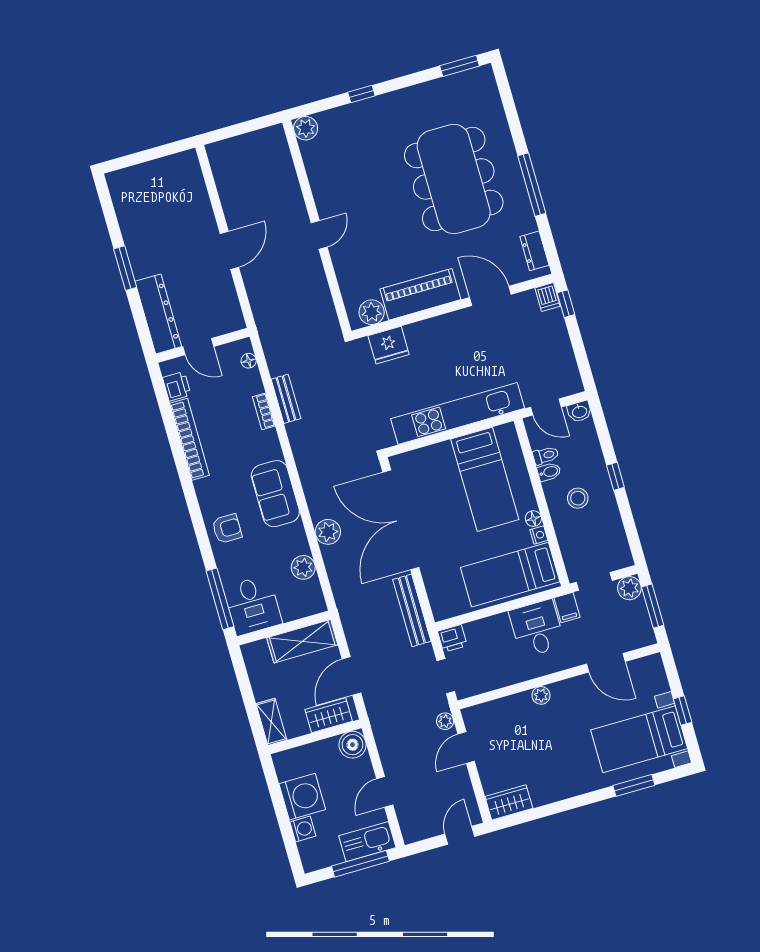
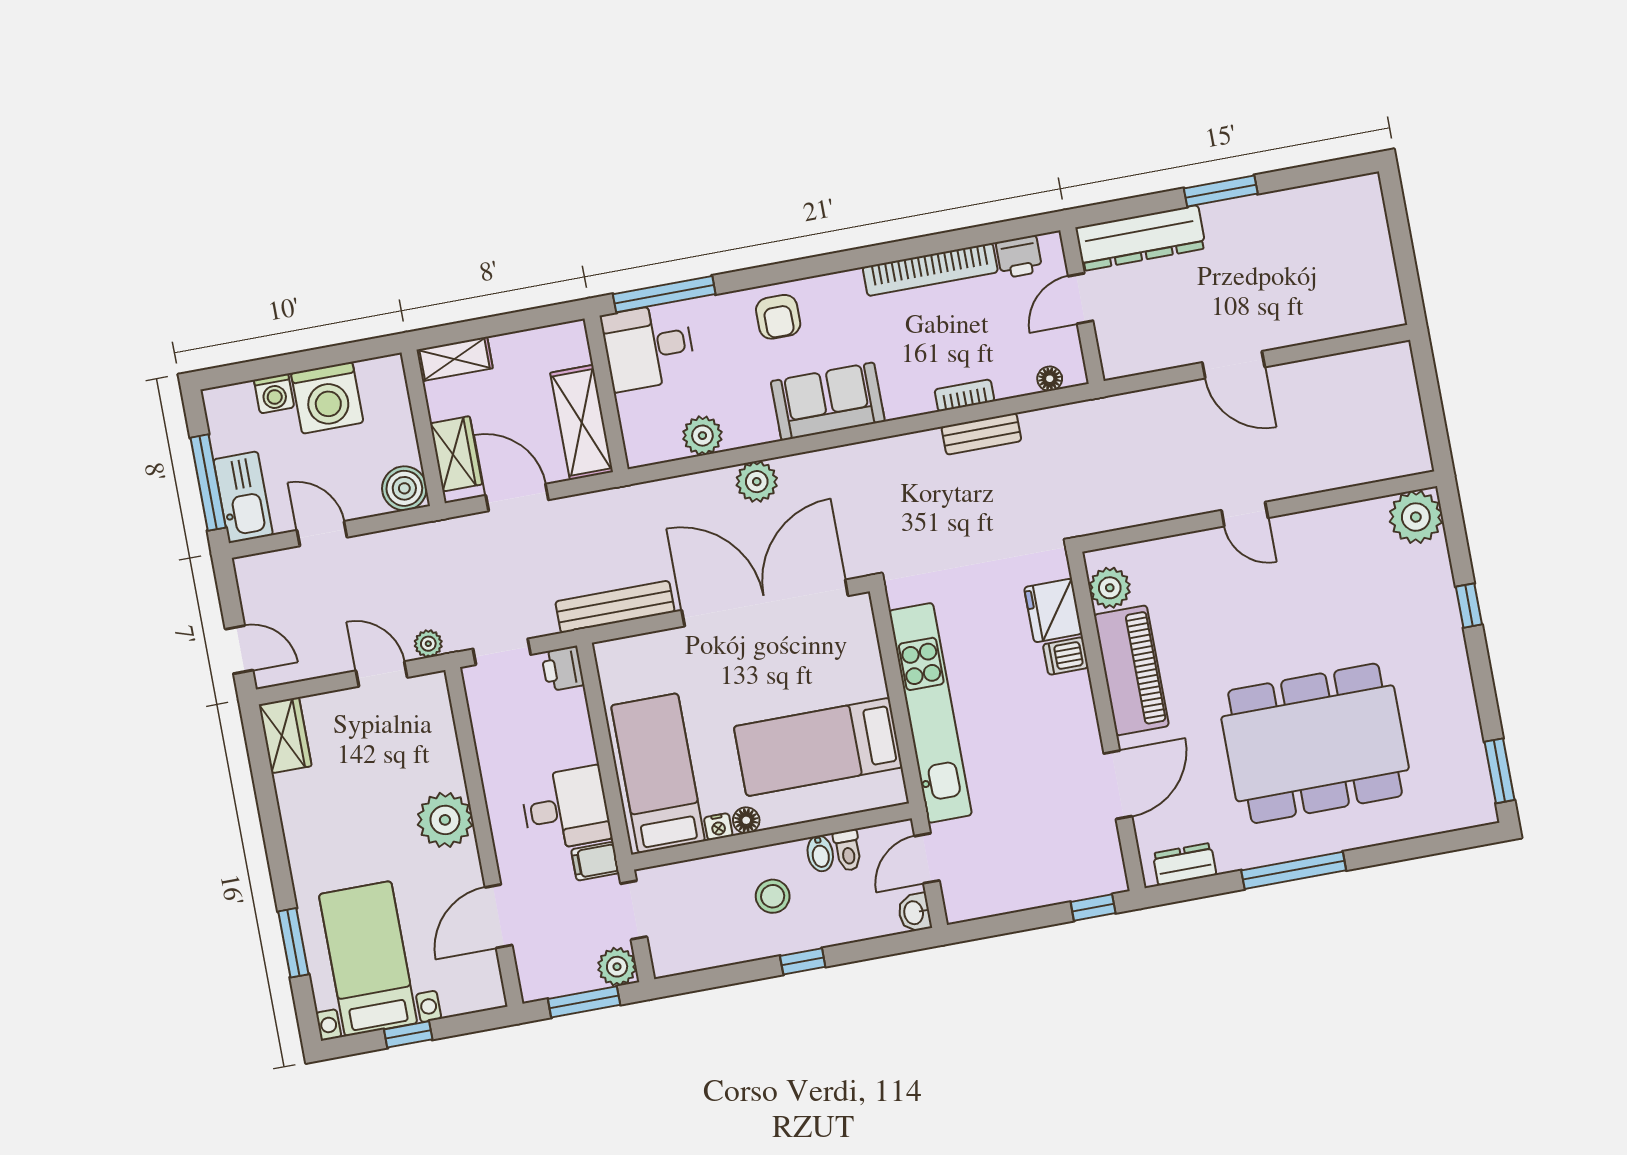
plant: (306, 128) -> (1416, 517), width x1.36, depth x1.36
dishwasher: (548, 297) -> (1066, 656), moved
plant: (541, 695) -> (445, 820), width x1.88, depth x1.88

